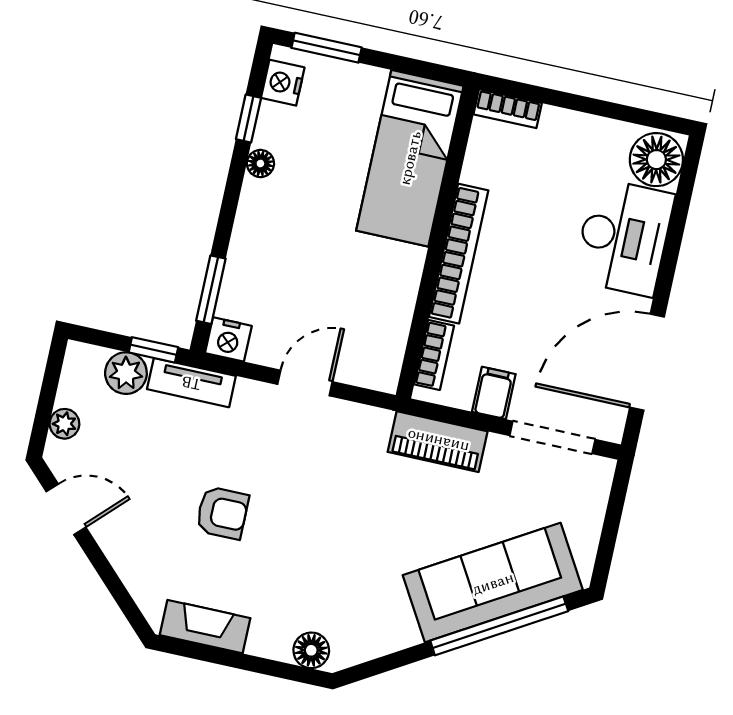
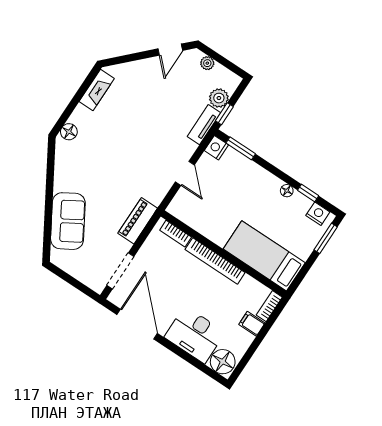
filing cabinet: (494, 393) -> (252, 324), moved, turned 180
armchair: (222, 513) -> (143, 116), removed
sofa: (493, 583) -> (68, 221), width x0.73
window: (499, 626) -> (48, 217), removed

